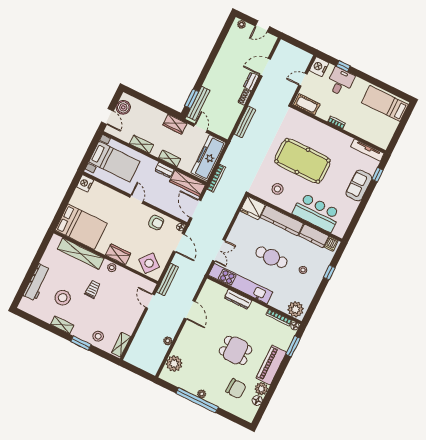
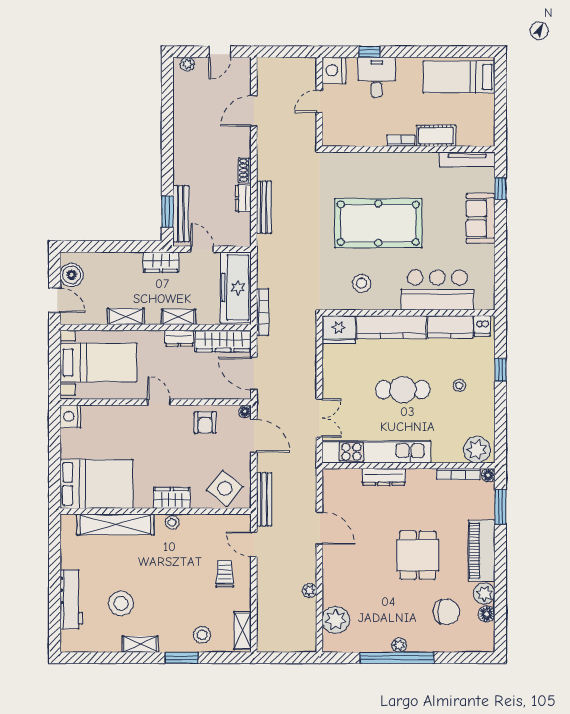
dresser: (251, 81) -> (243, 198), moved
cot: (307, 104) -> (436, 136), moved
armchair: (156, 223) -> (205, 423), turned 90
trolley: (93, 289) -> (225, 574), moved
dining table: (236, 350) -> (418, 555), turned 90

